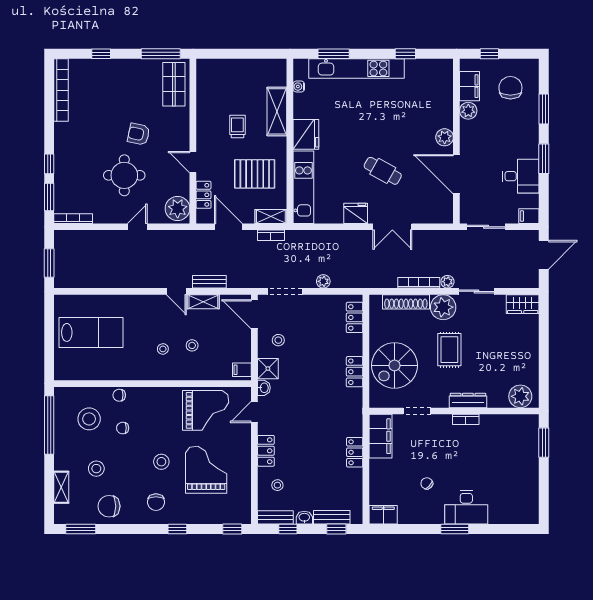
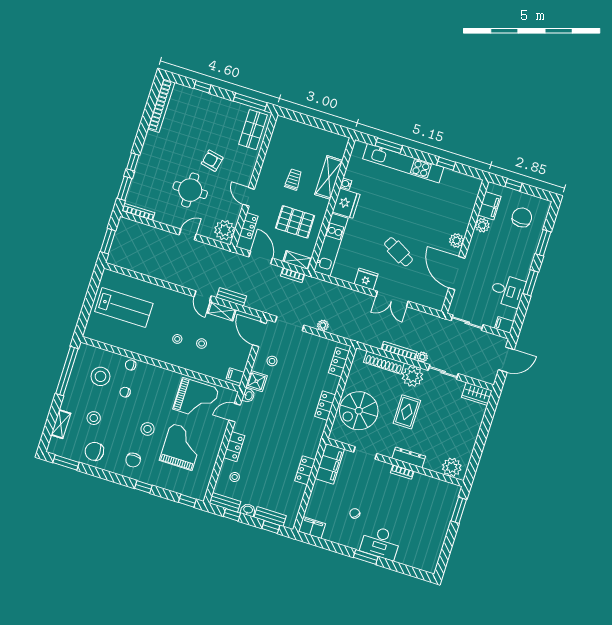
water cooler: (299, 87) -> (346, 184), moved

